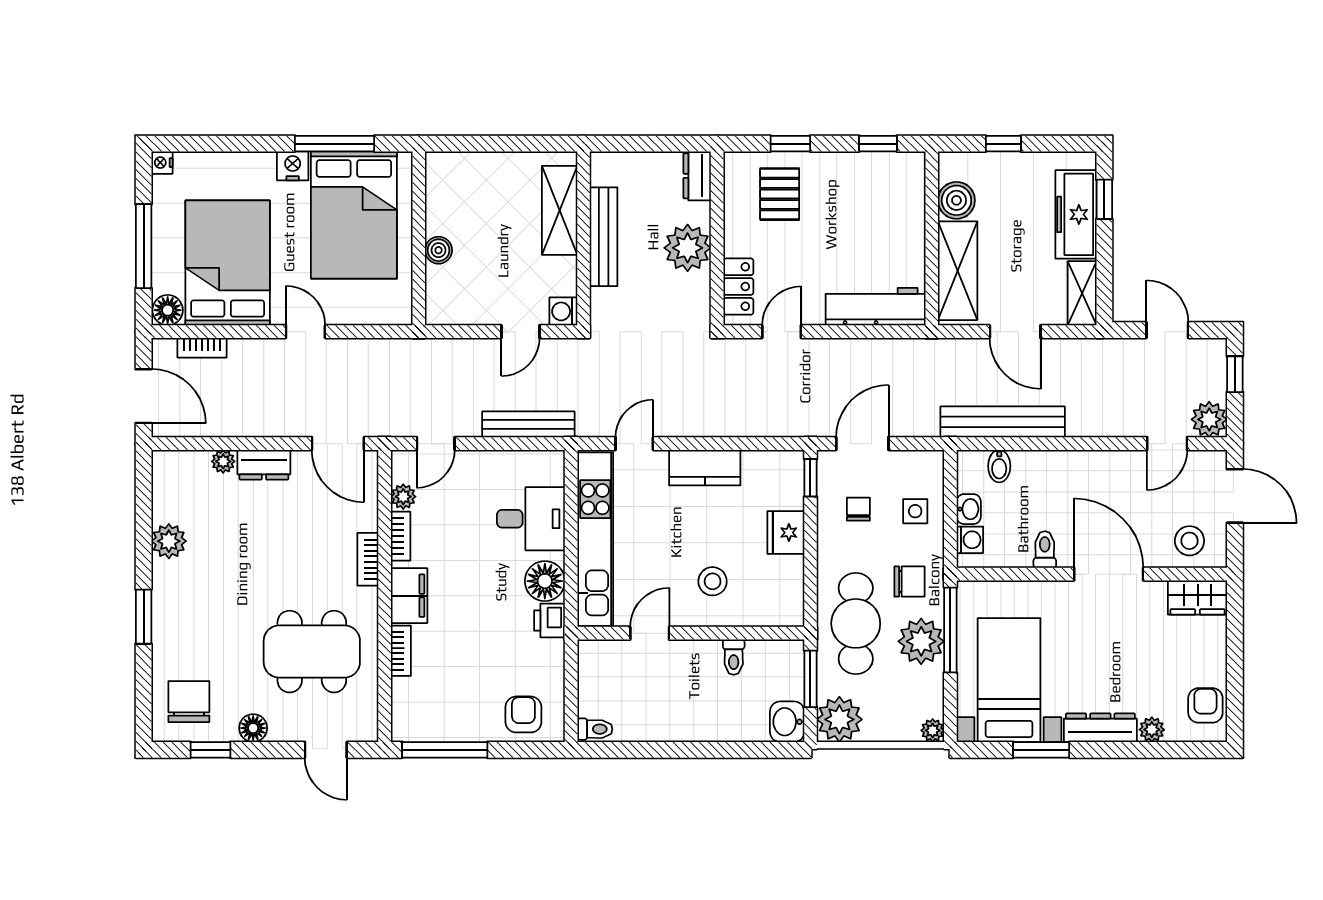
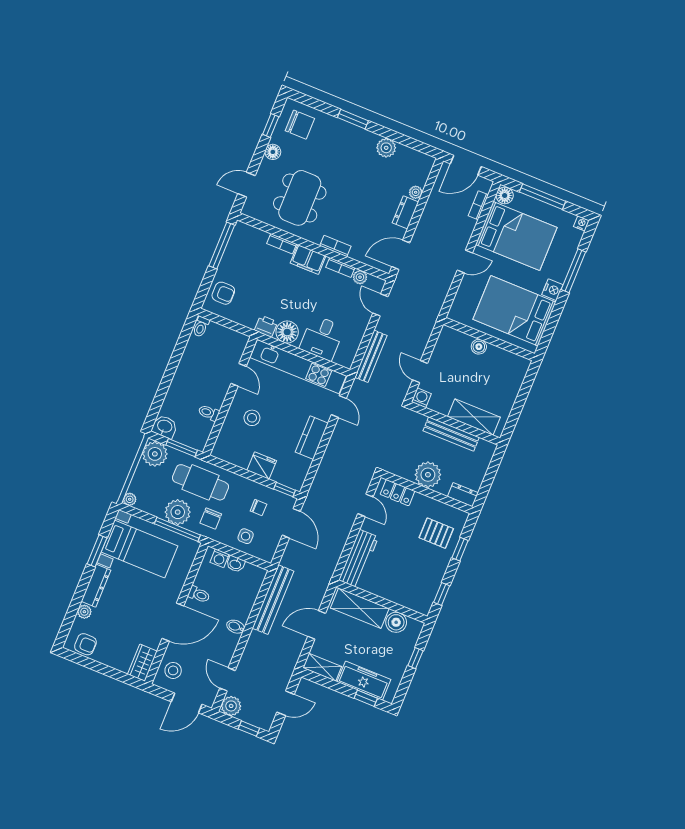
window: (334, 144) -> (573, 271), moved
bidet: (999, 466) -> (236, 627), moved

